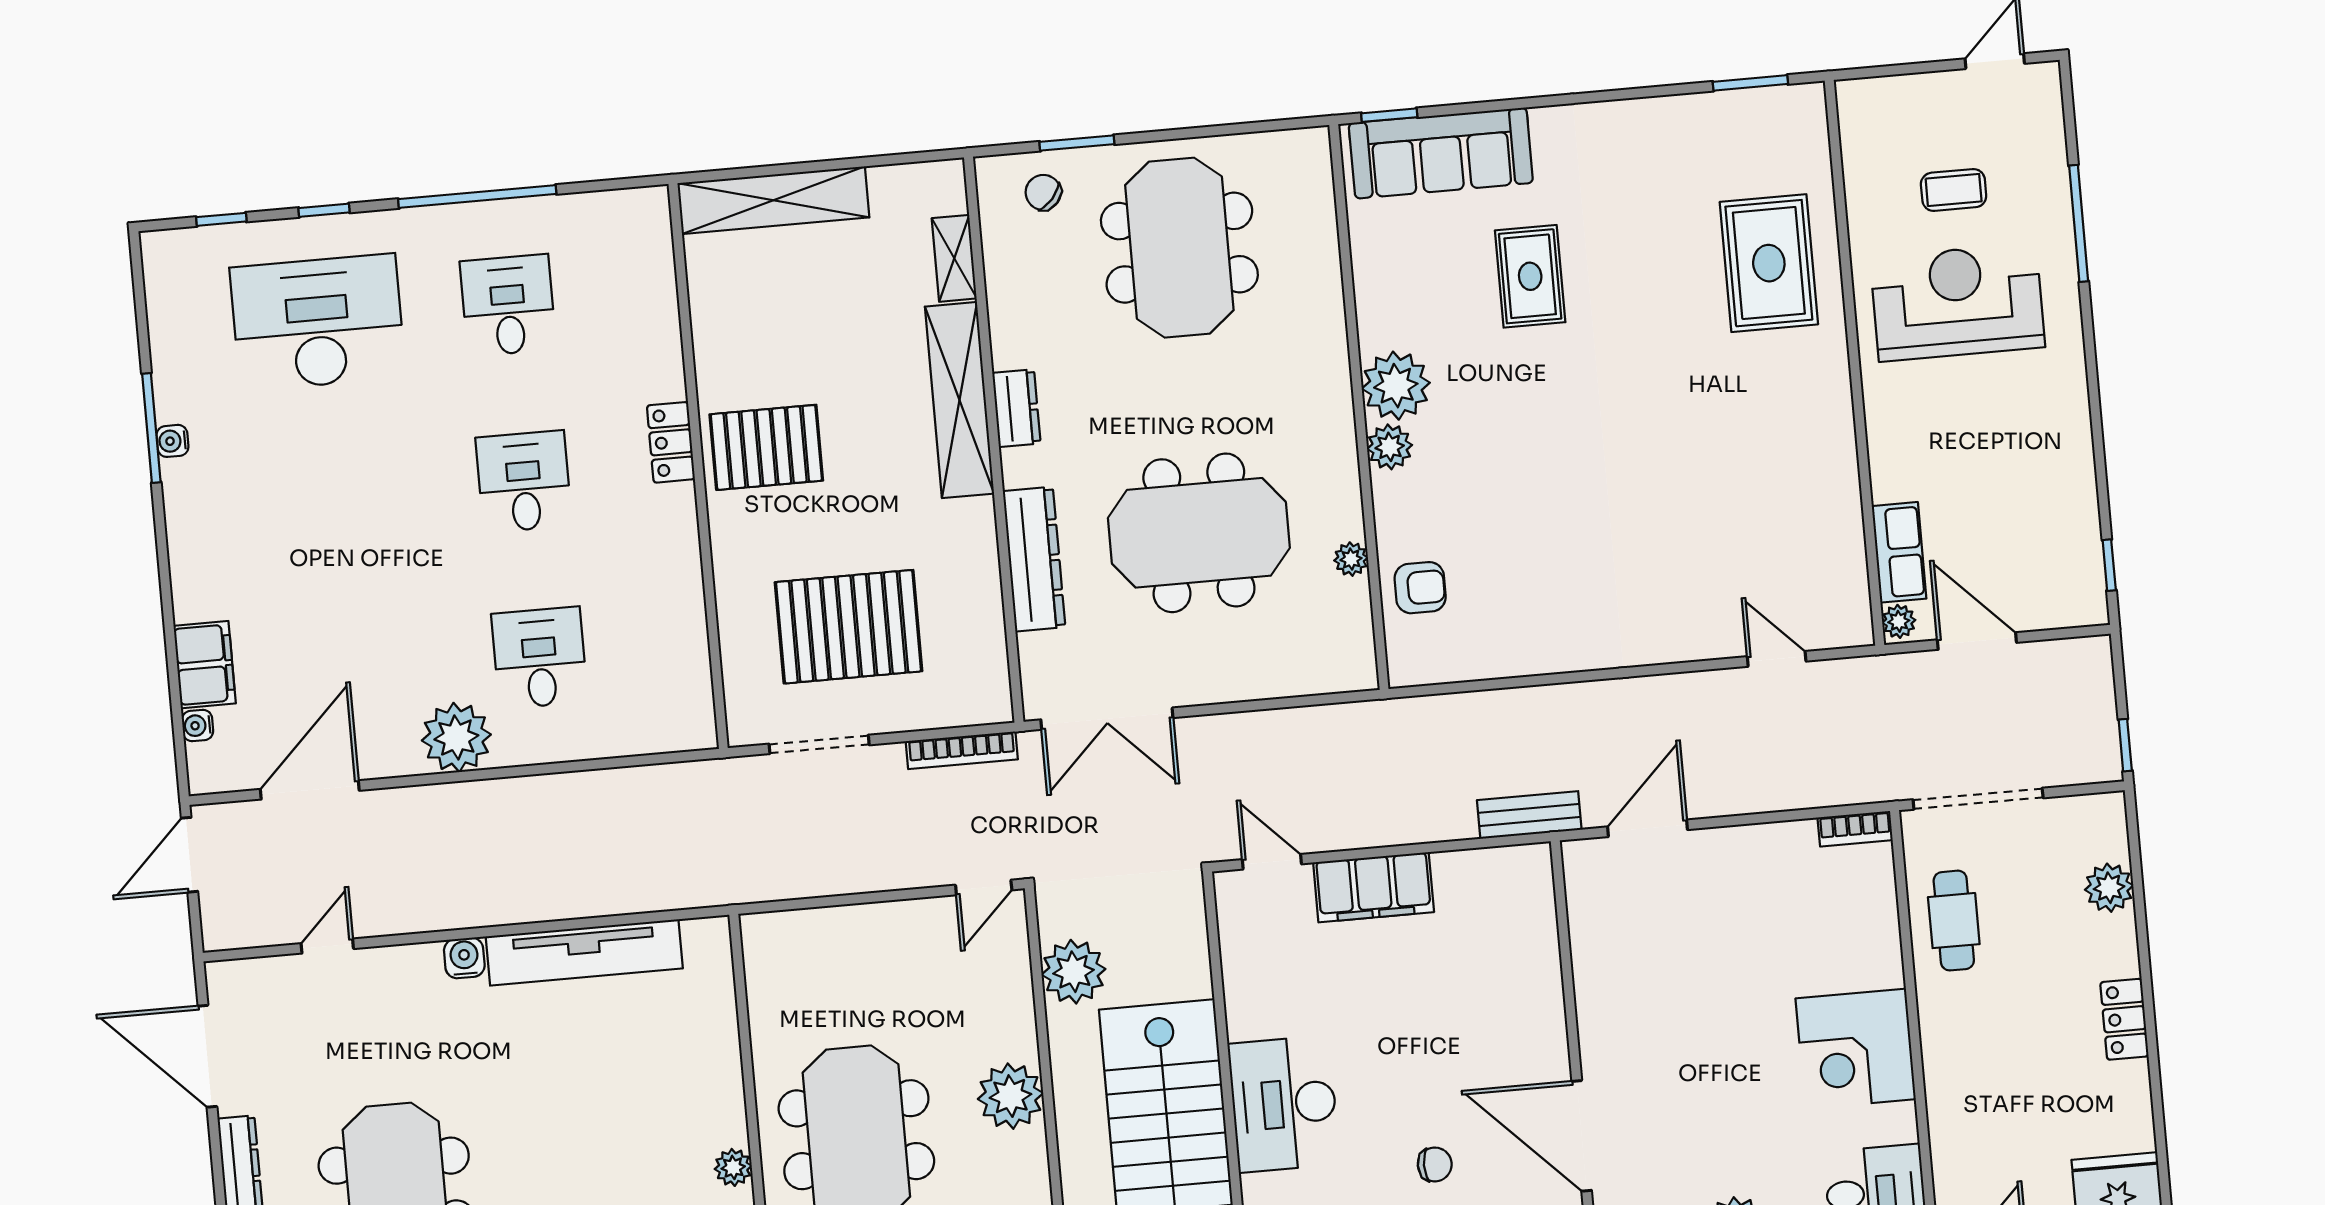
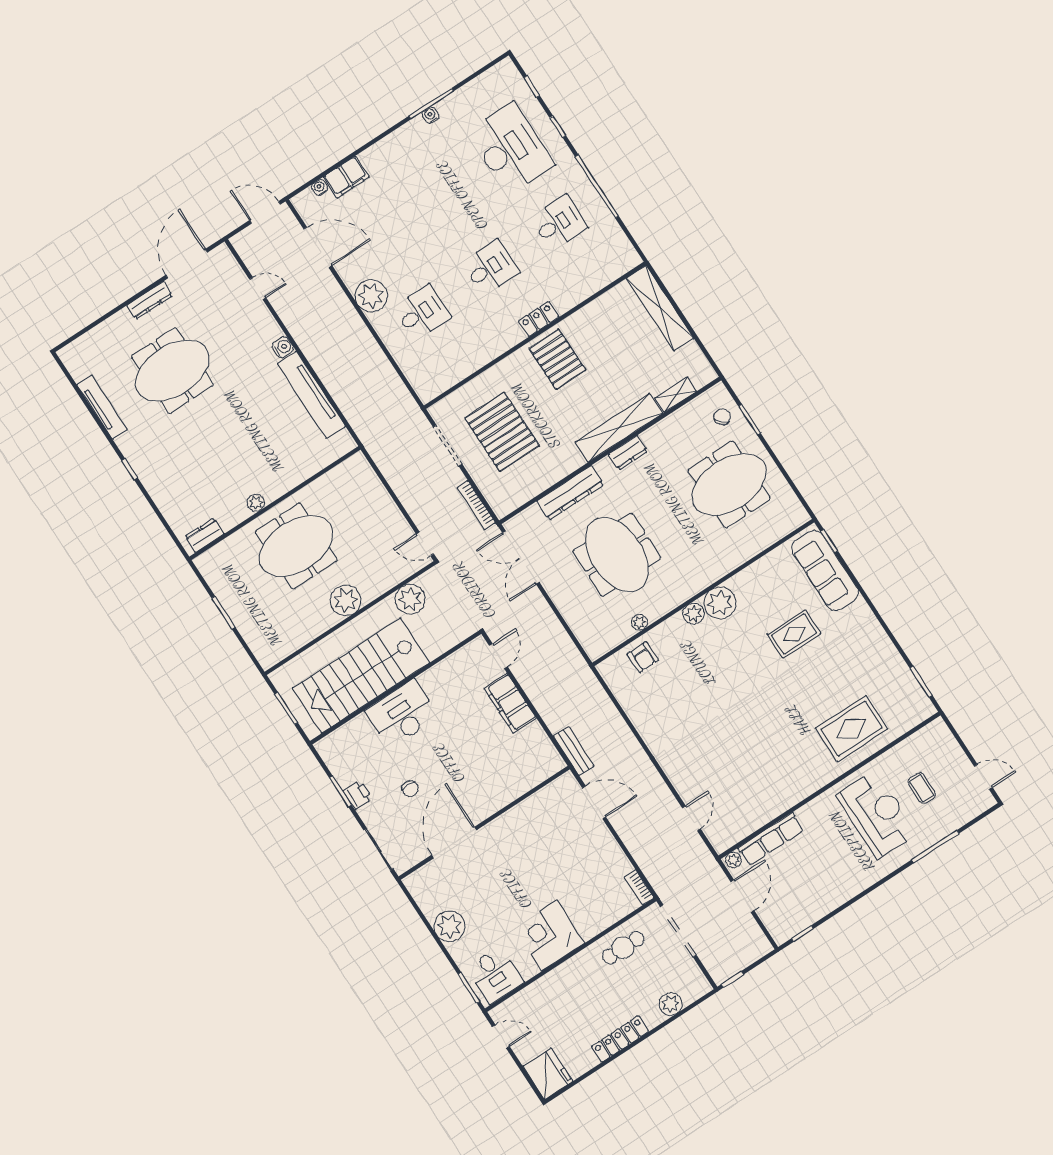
row of seats: (1899, 552) -> (771, 839), width x1.48
locker: (2124, 1019) -> (620, 1039), width x1.53

